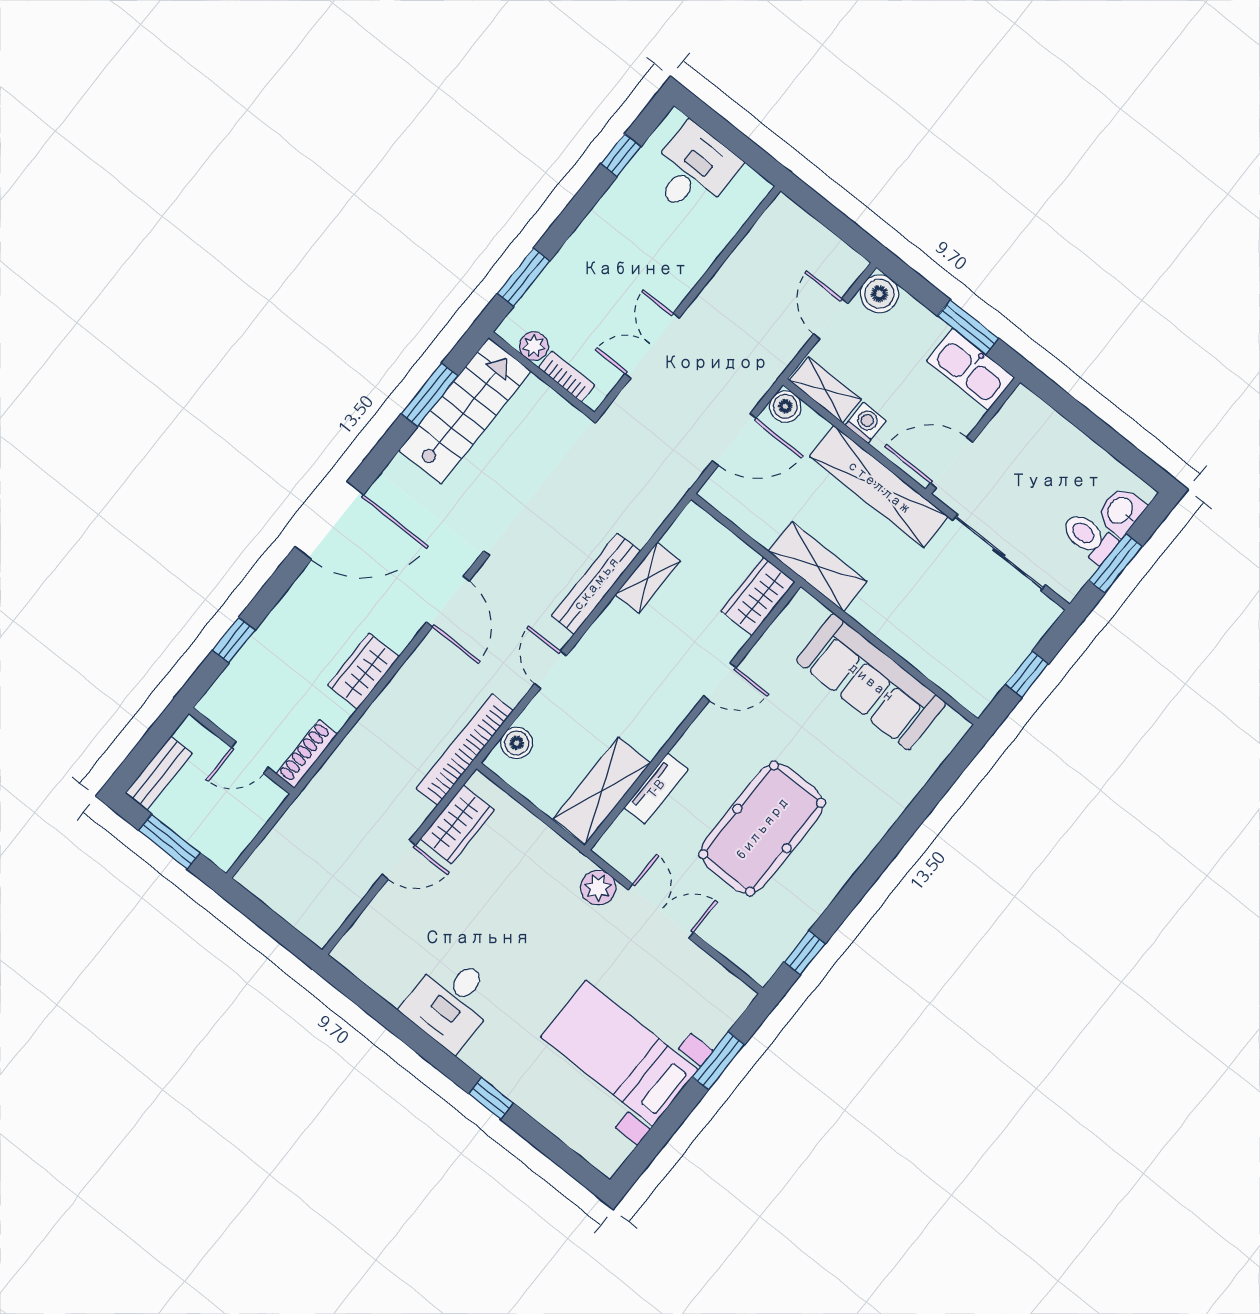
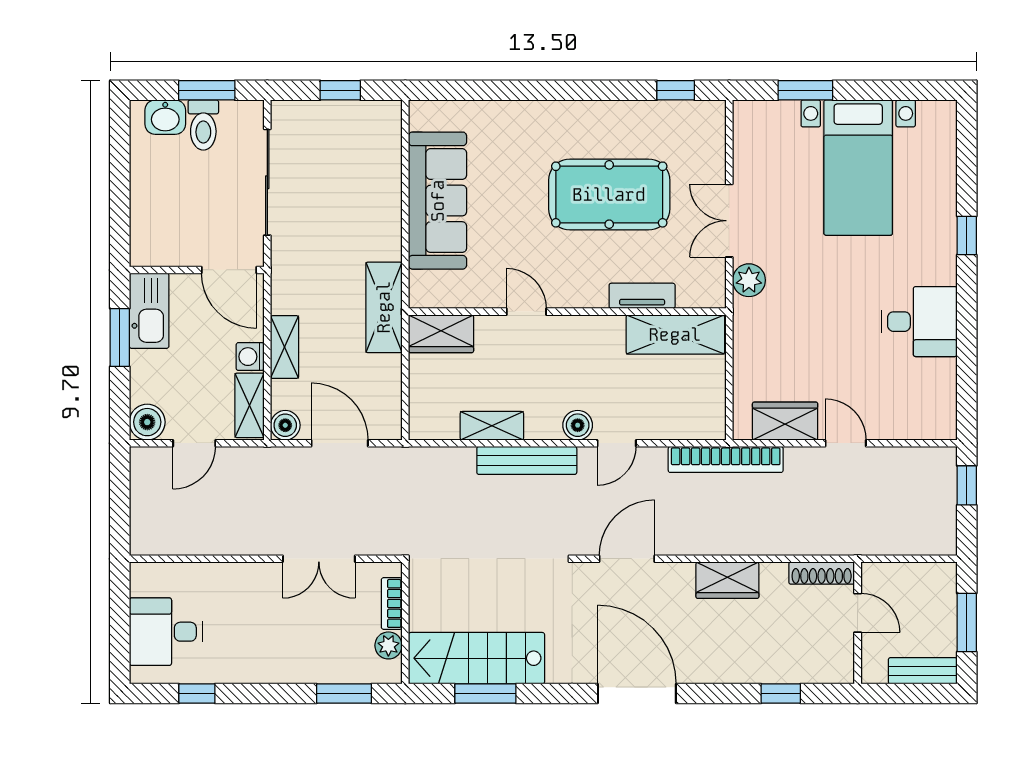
shelving: (879, 487) -> (285, 347), width x0.45, depth x0.75
boiler: (517, 743) -> (578, 425), moved
window: (283, 933) -> (967, 485), added

